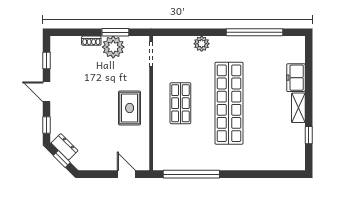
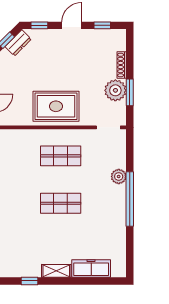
window: (255, 32) -> (130, 199), moved
shoe rack: (91, 41) -> (122, 65), width x1.43
freezer: (296, 78) -> (91, 268), width x1.40
shop shelf: (229, 103) -> (61, 203), width x0.50, depth x0.74
rug: (130, 108) -> (56, 106), width x1.36, depth x1.43

